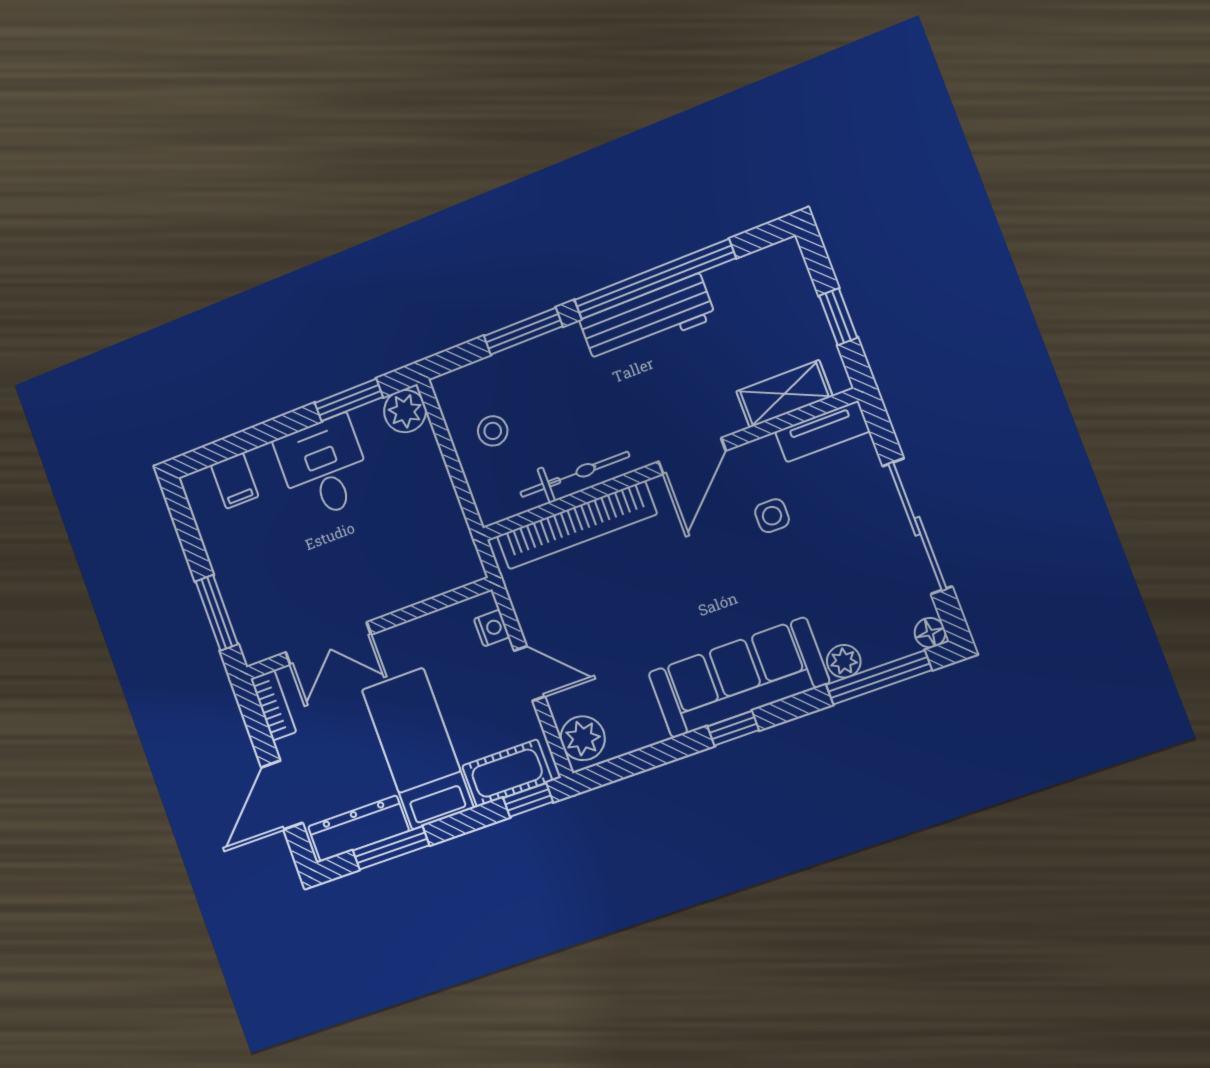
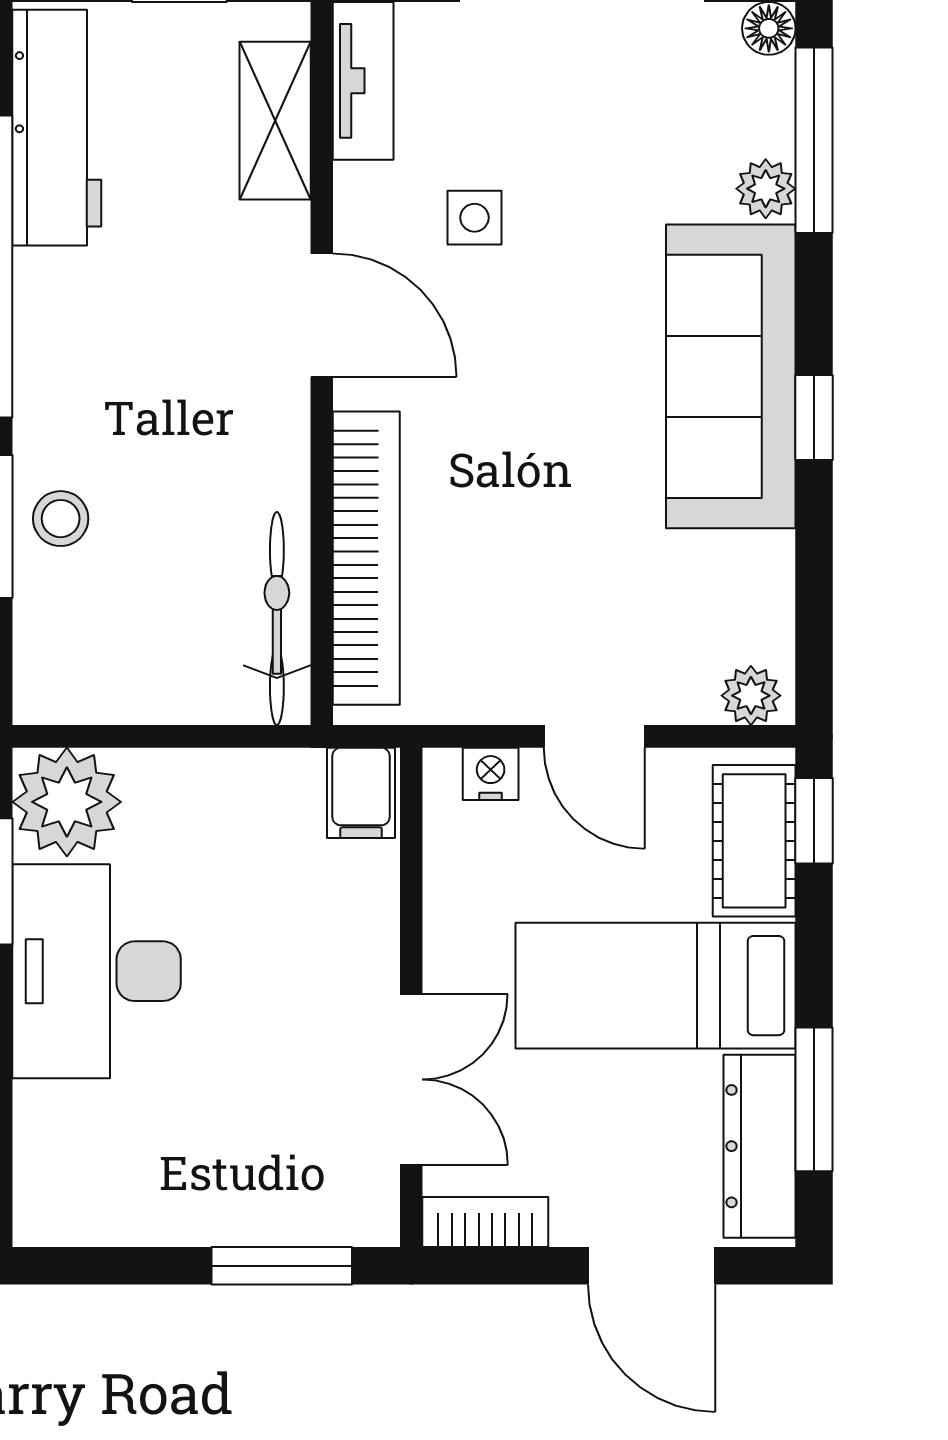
workbench: (647, 319) -> (57, 128), moved
plant: (405, 411) -> (67, 802), width x1.36, depth x1.36
stool: (493, 431) -> (61, 519), moved
desk: (324, 468) -> (97, 971), width x1.37
bicycle: (575, 474) -> (277, 619), moved
filing cabinet: (235, 481) -> (361, 793), moved, turned 90
door: (530, 674) -> (594, 736), swing flipped
plant: (583, 738) -> (751, 696), width x0.73, depth x0.73

